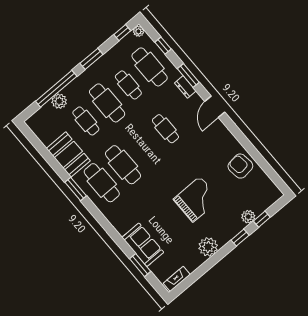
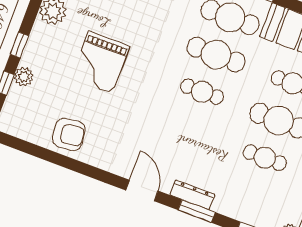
cafe table: (150, 67) -> (251, 195), removed
dresser: (185, 87) -> (192, 195), width x1.44
cafe table: (165, 129) -> (202, 92), moved

